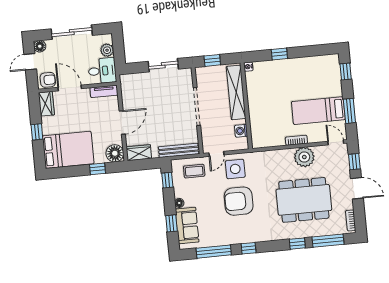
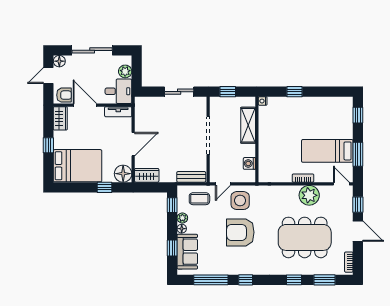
shelving: (236, 92) -> (248, 125), width x0.68
bench: (179, 150) -> (191, 177), width x0.73
plant: (179, 192) -> (182, 218), added
window: (328, 241) -> (325, 280), width x0.69

